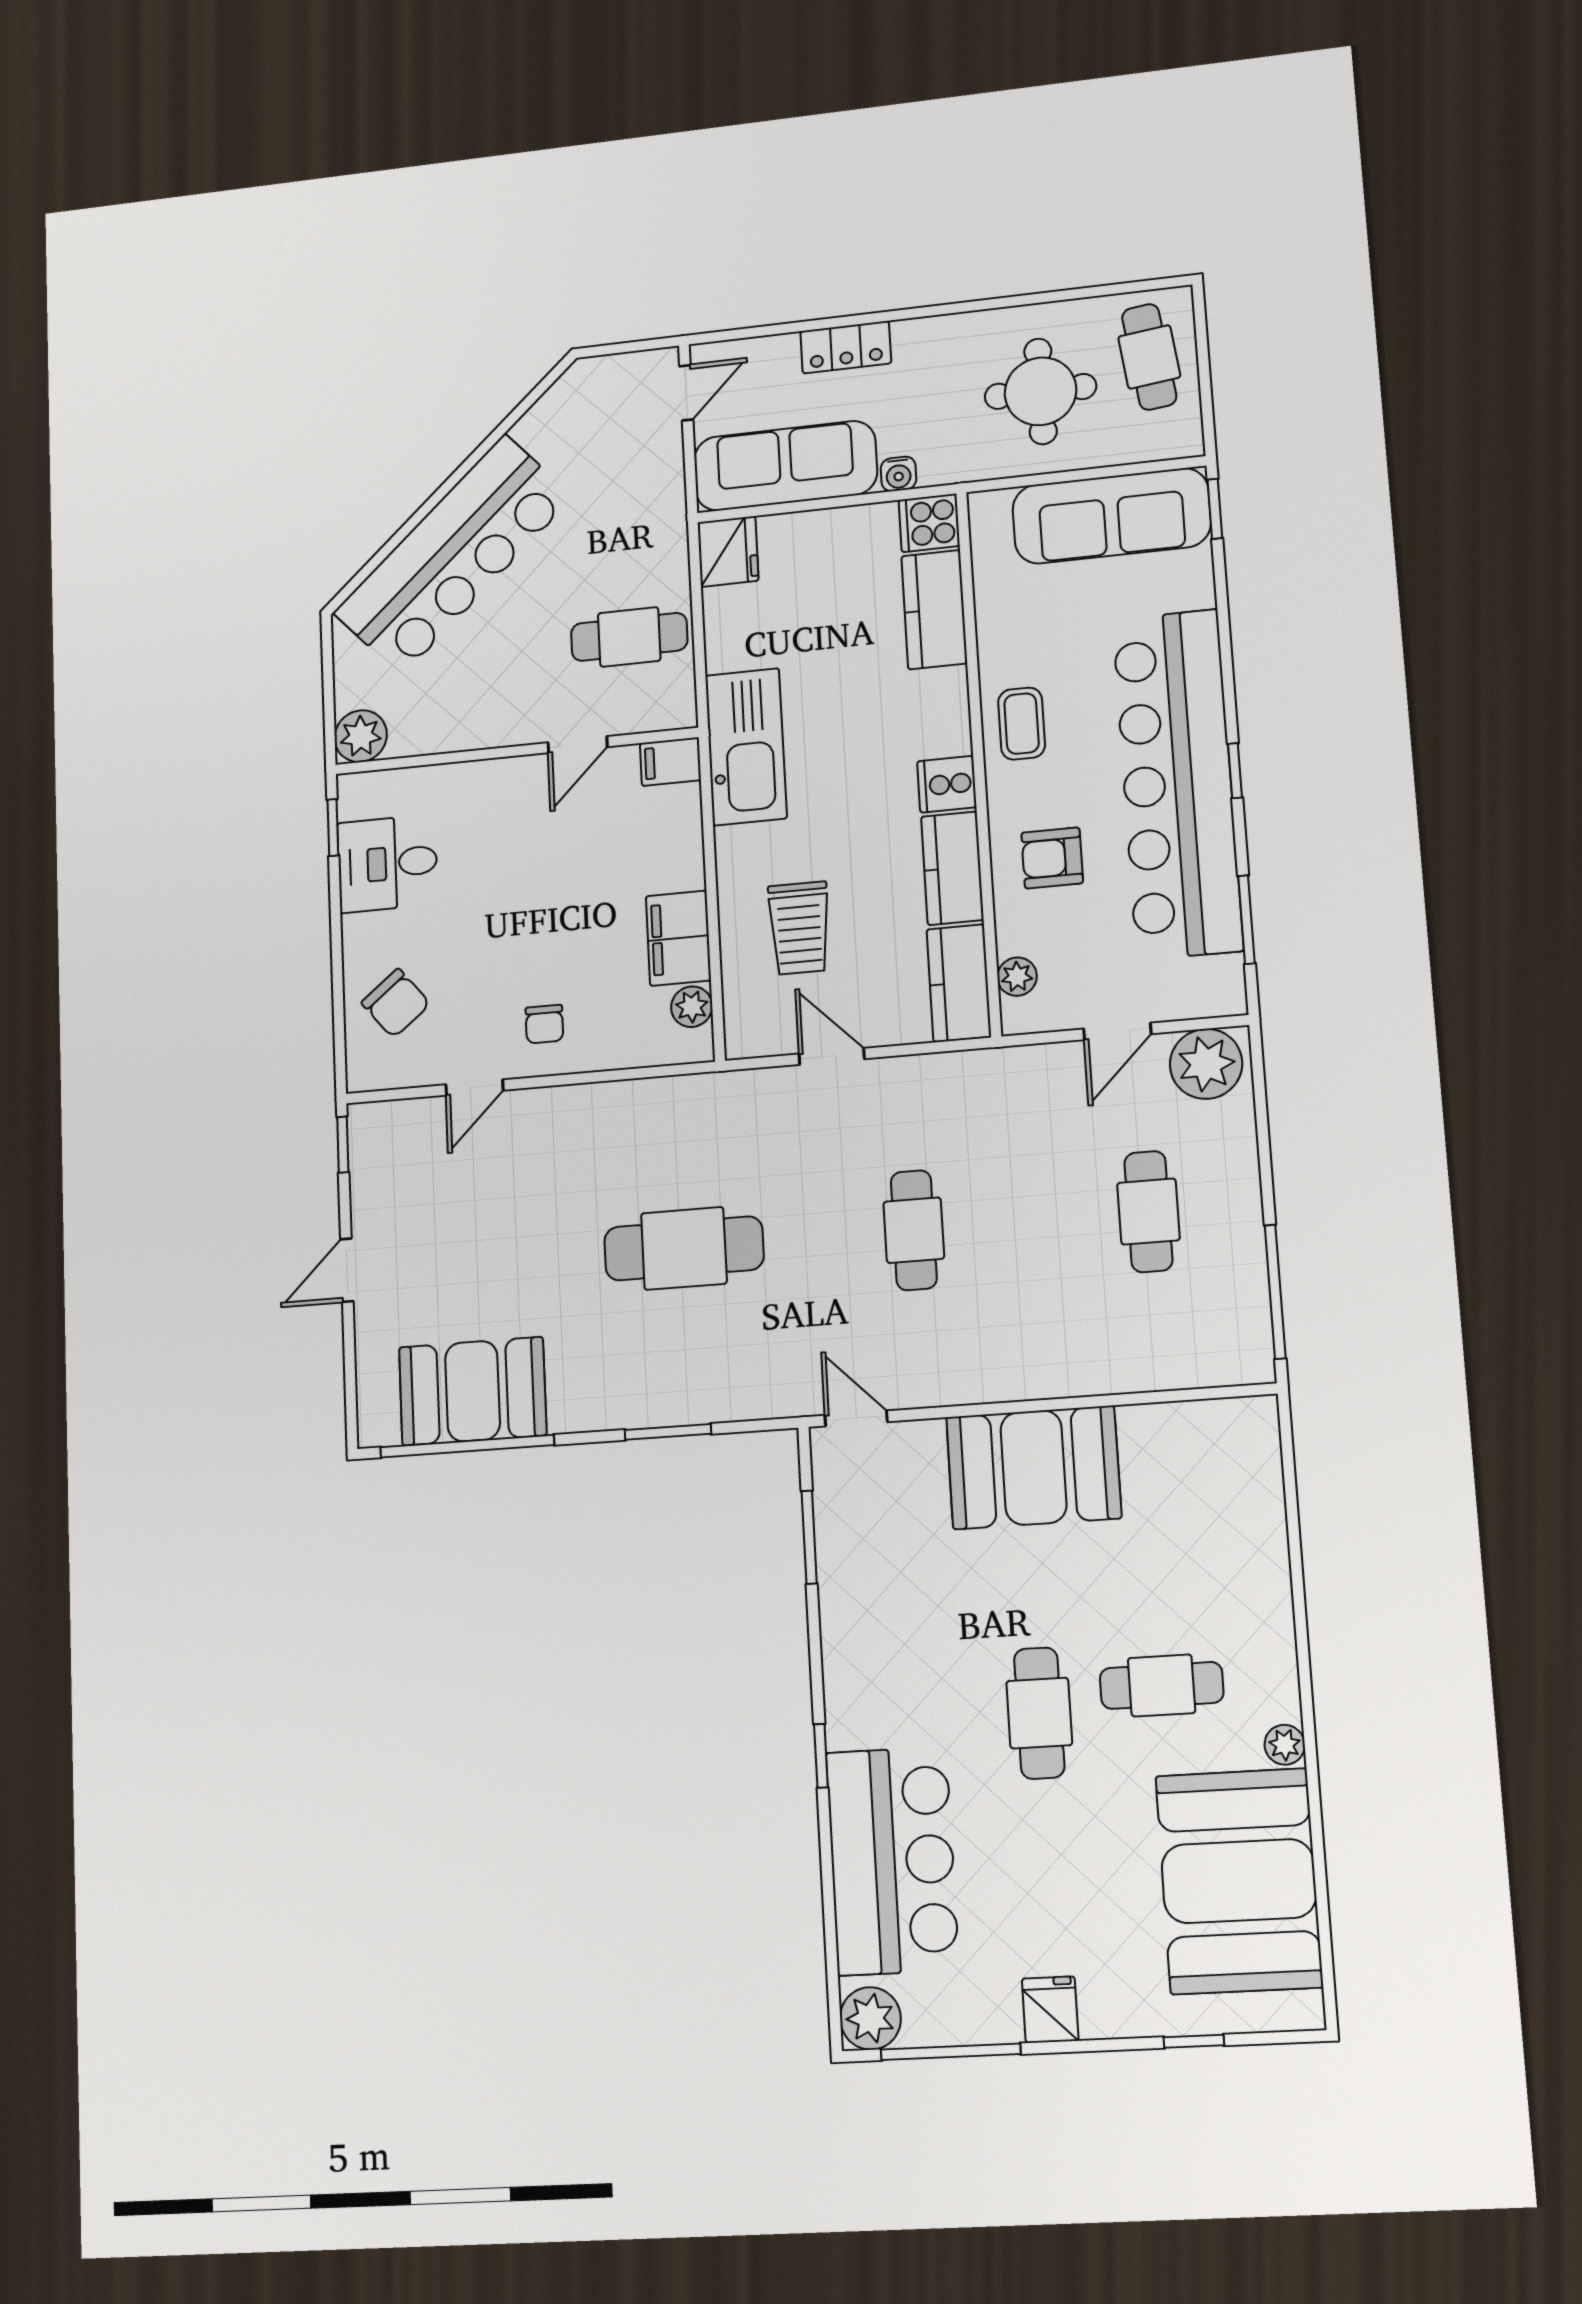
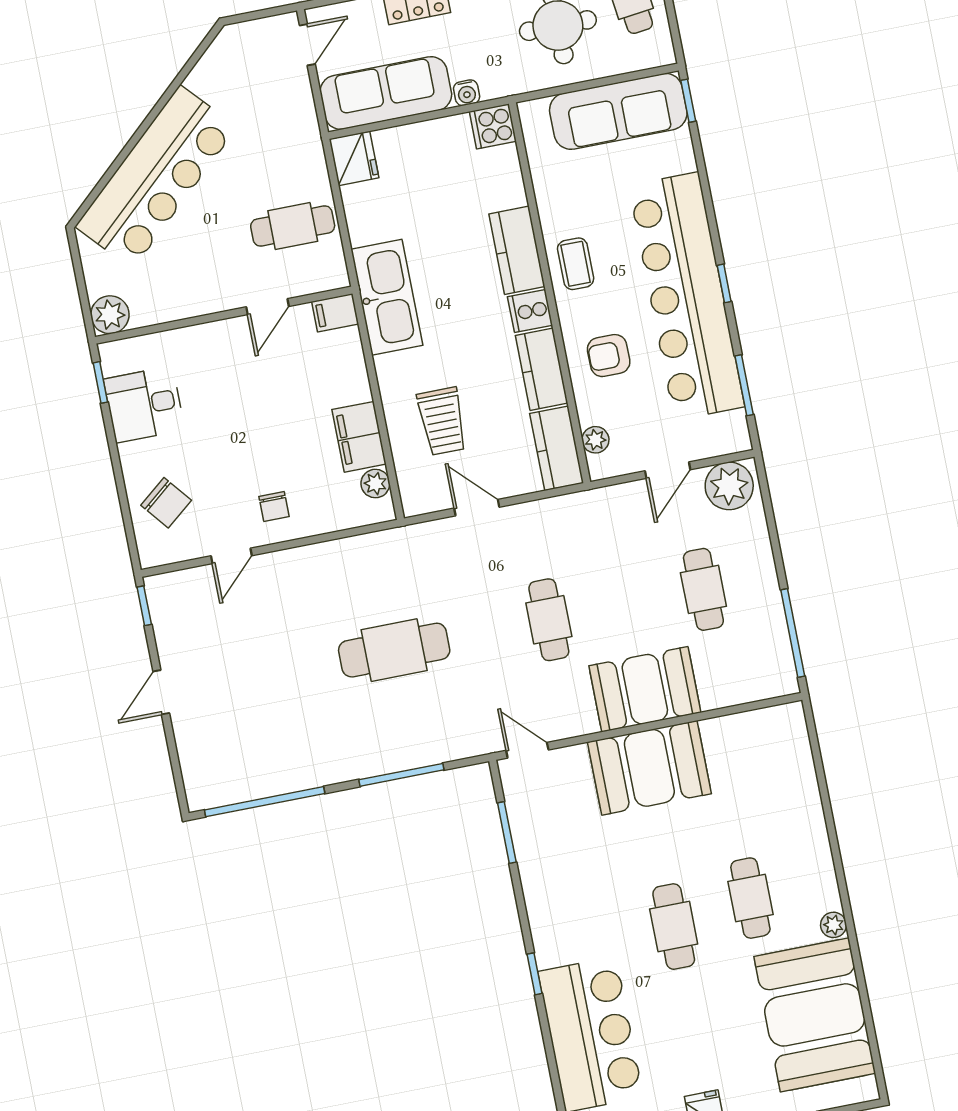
kitchen counter: (934, 610) -> (517, 250), moved
booth: (473, 1391) -> (645, 689), moved
window: (668, 1432) -> (401, 775), width x1.44
cafe table: (1162, 1685) -> (750, 898), turned 90

